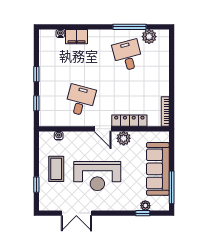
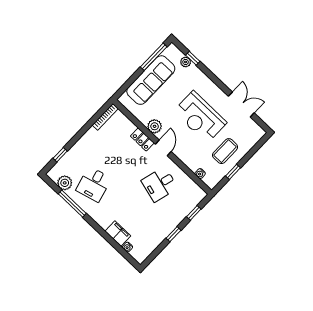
window: (172, 54) -> (60, 155), added
locker: (129, 121) -> (142, 139), width x0.66
reception desk: (97, 176) -> (200, 117), turned 180
window: (36, 185) -> (233, 172), moved

